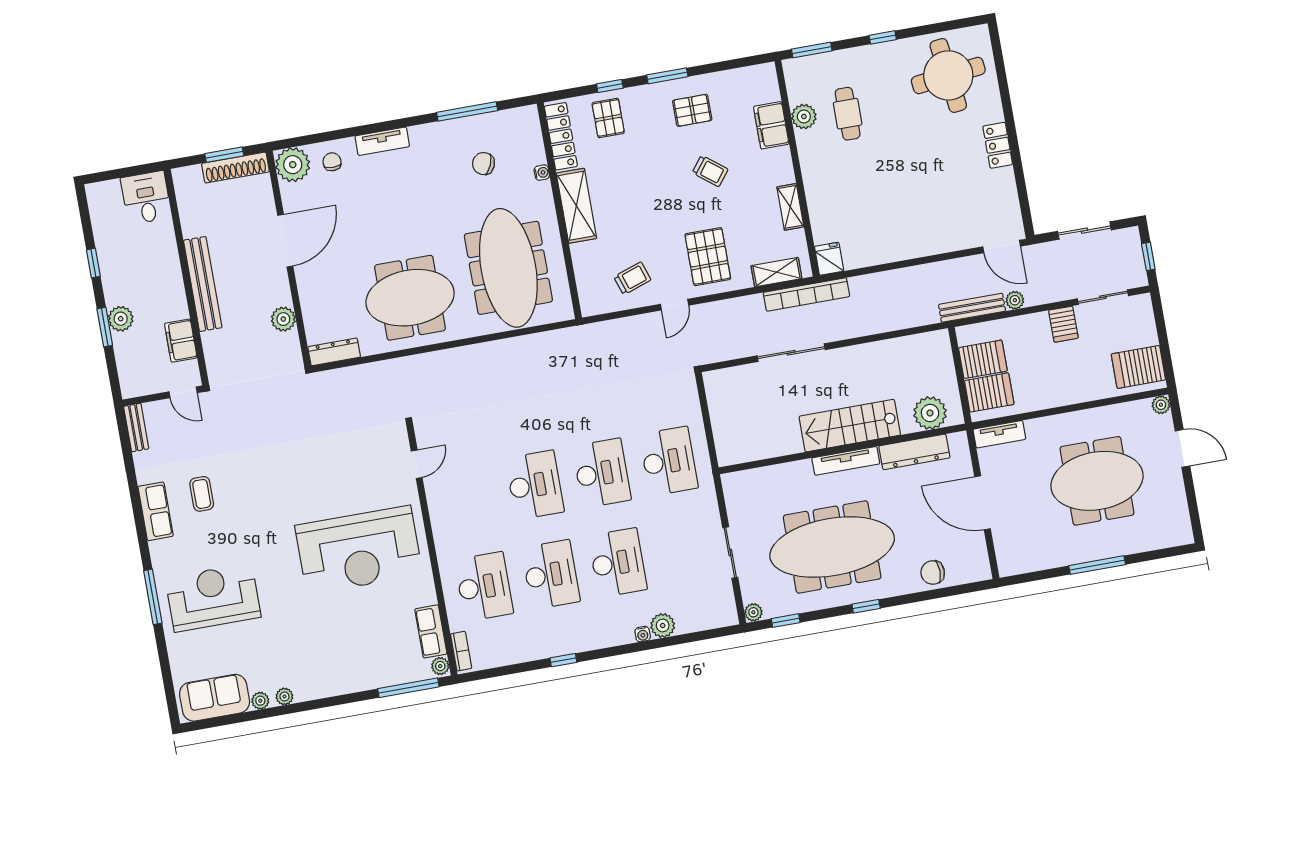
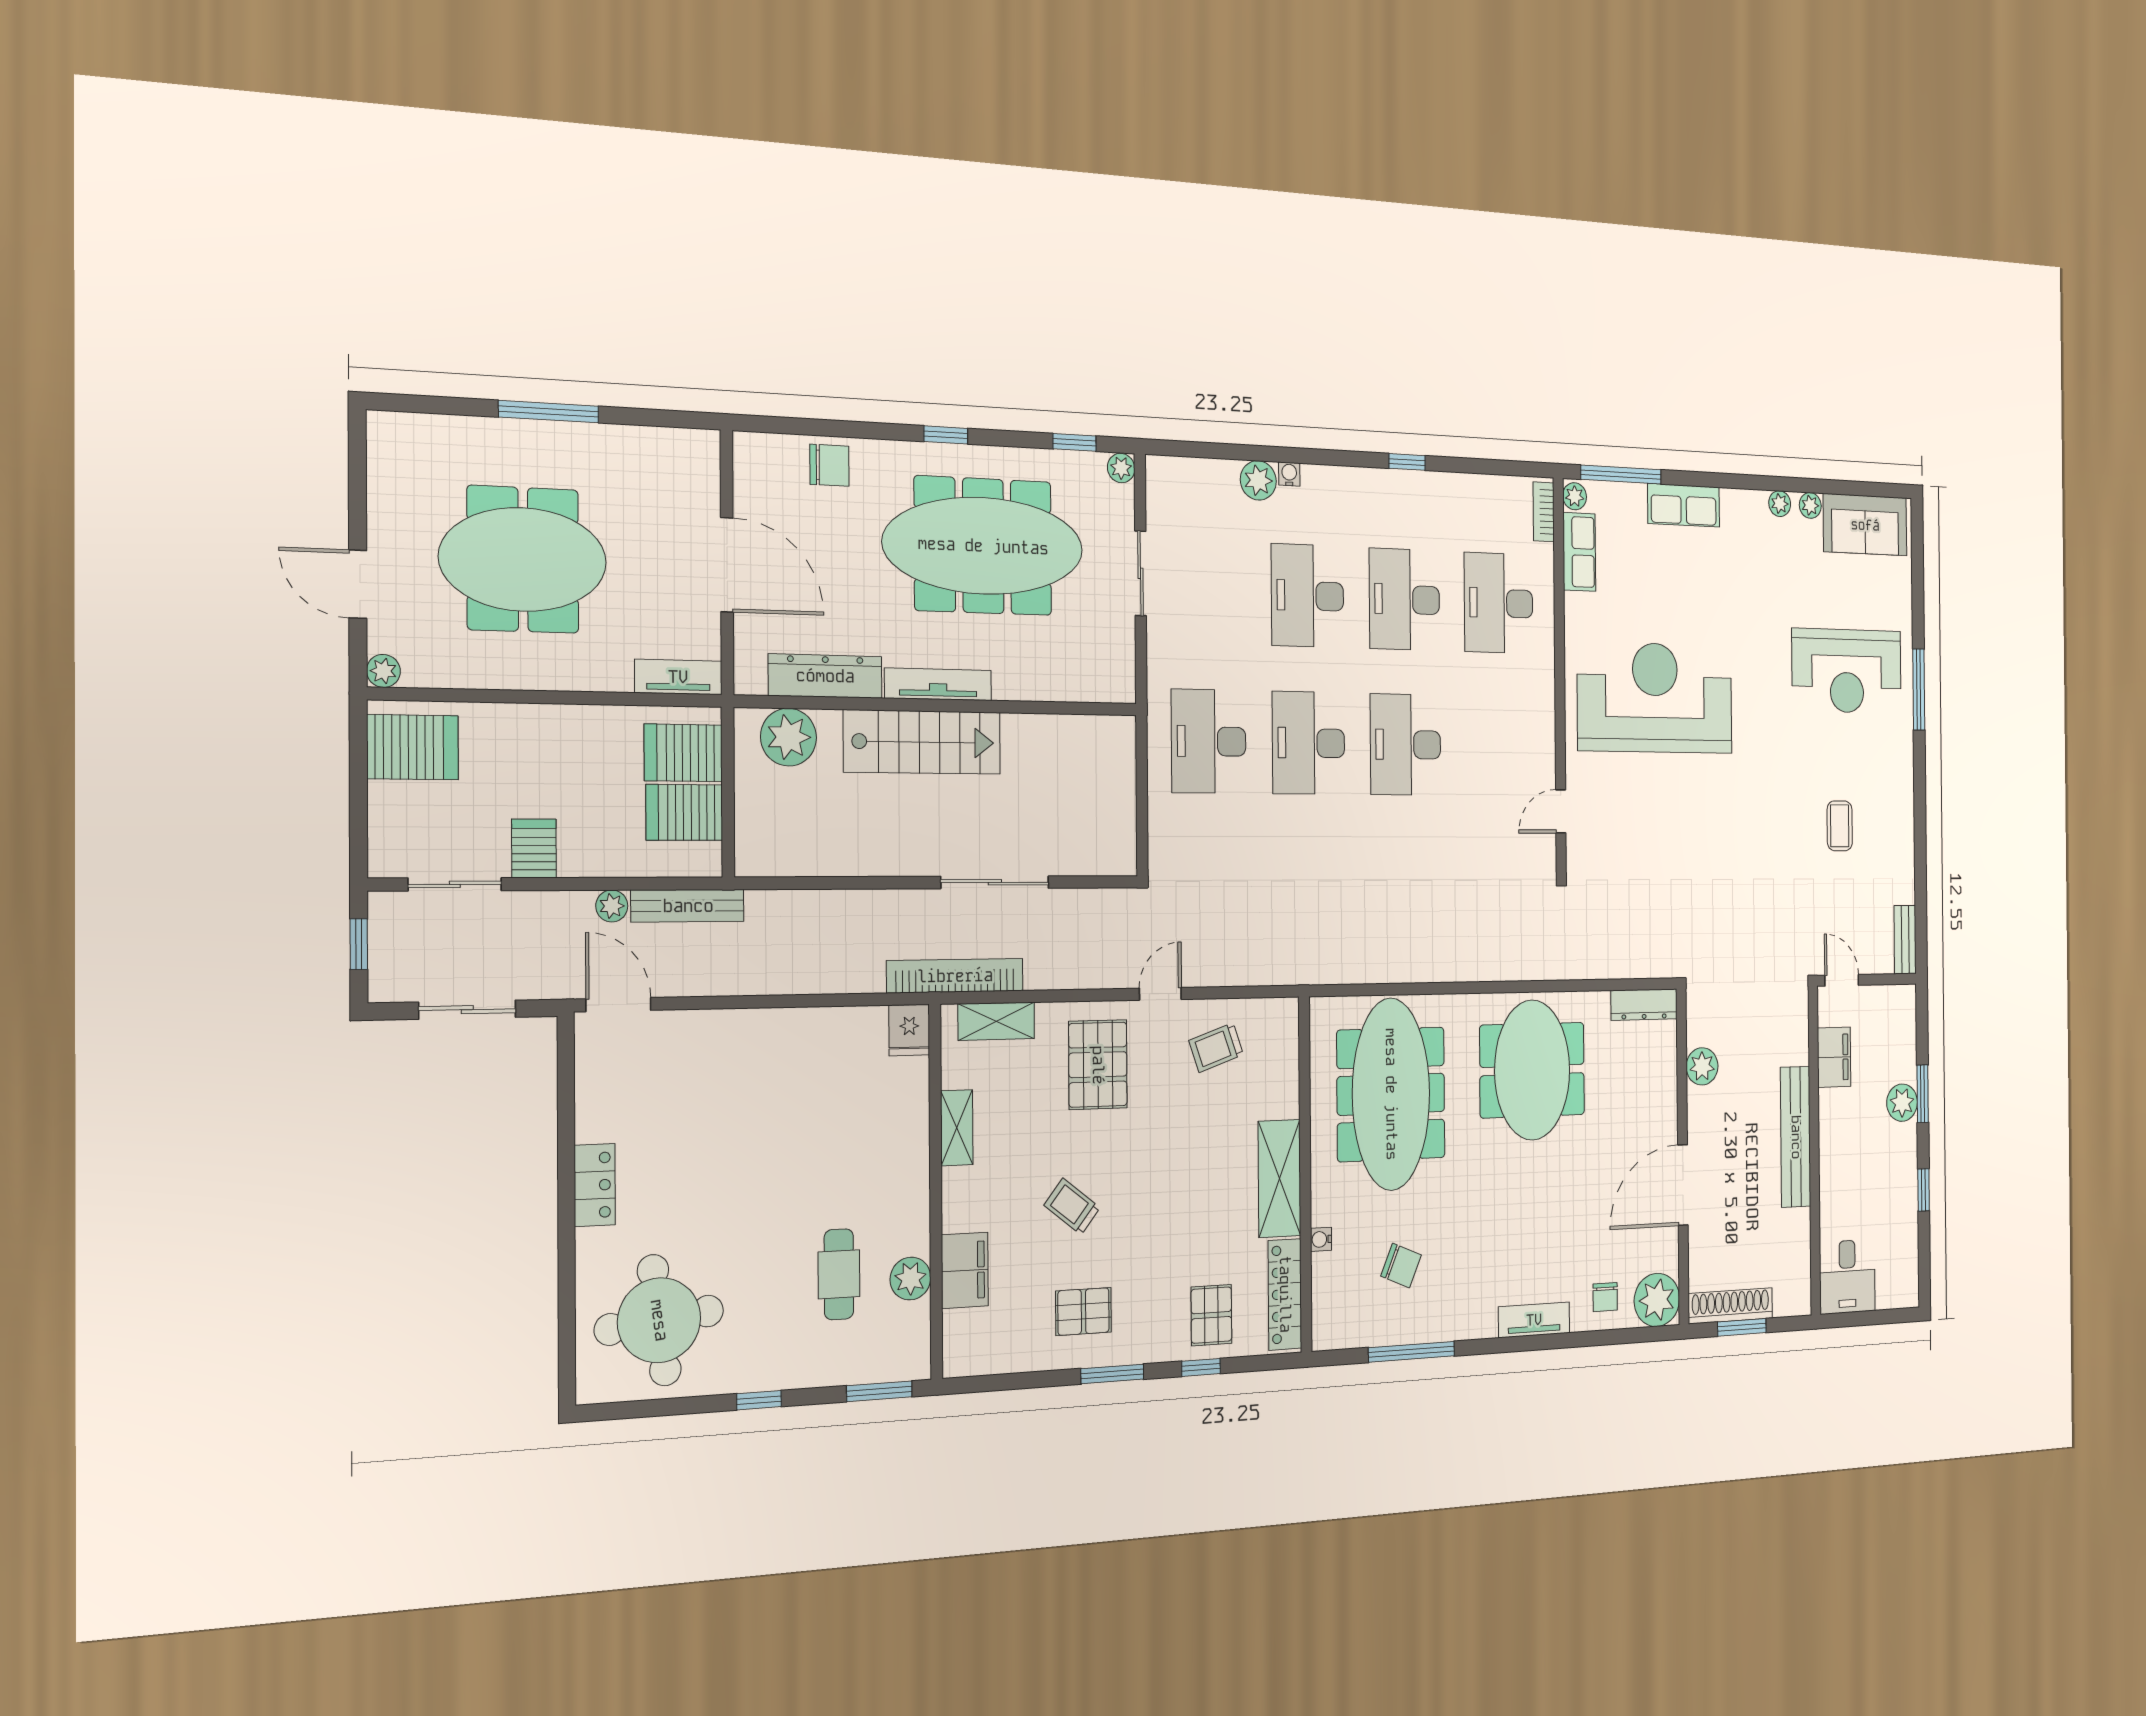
meeting table: (410, 298) -> (1532, 1070), turned 90
row of seats: (156, 511) -> (1684, 505), moved, turned -90

